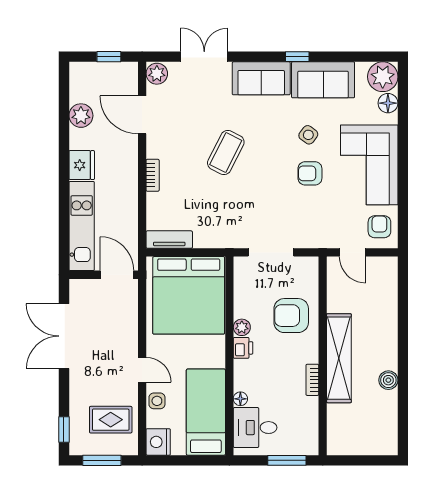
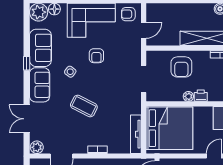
side table: (308, 135) -> (70, 72), moved
tv unit: (169, 240) -> (136, 134), width x1.41

